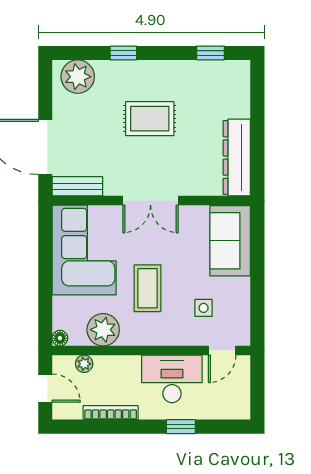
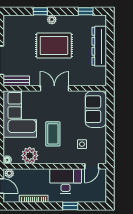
plant: (78, 77) -> (52, 20), moved, width x0.53, depth x0.53
rug: (150, 119) -> (54, 46), width x1.36, depth x1.43
dresser: (237, 158) -> (99, 46), moved
double door: (151, 201) -> (54, 88), swing flipped
plant: (84, 364) -> (9, 173), moved

